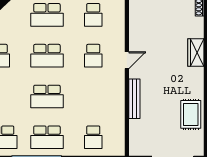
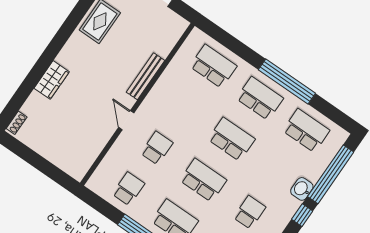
door: (127, 60) -> (126, 120), hinge flipped
school desk: (93, 137) -> (213, 66), width x1.85

